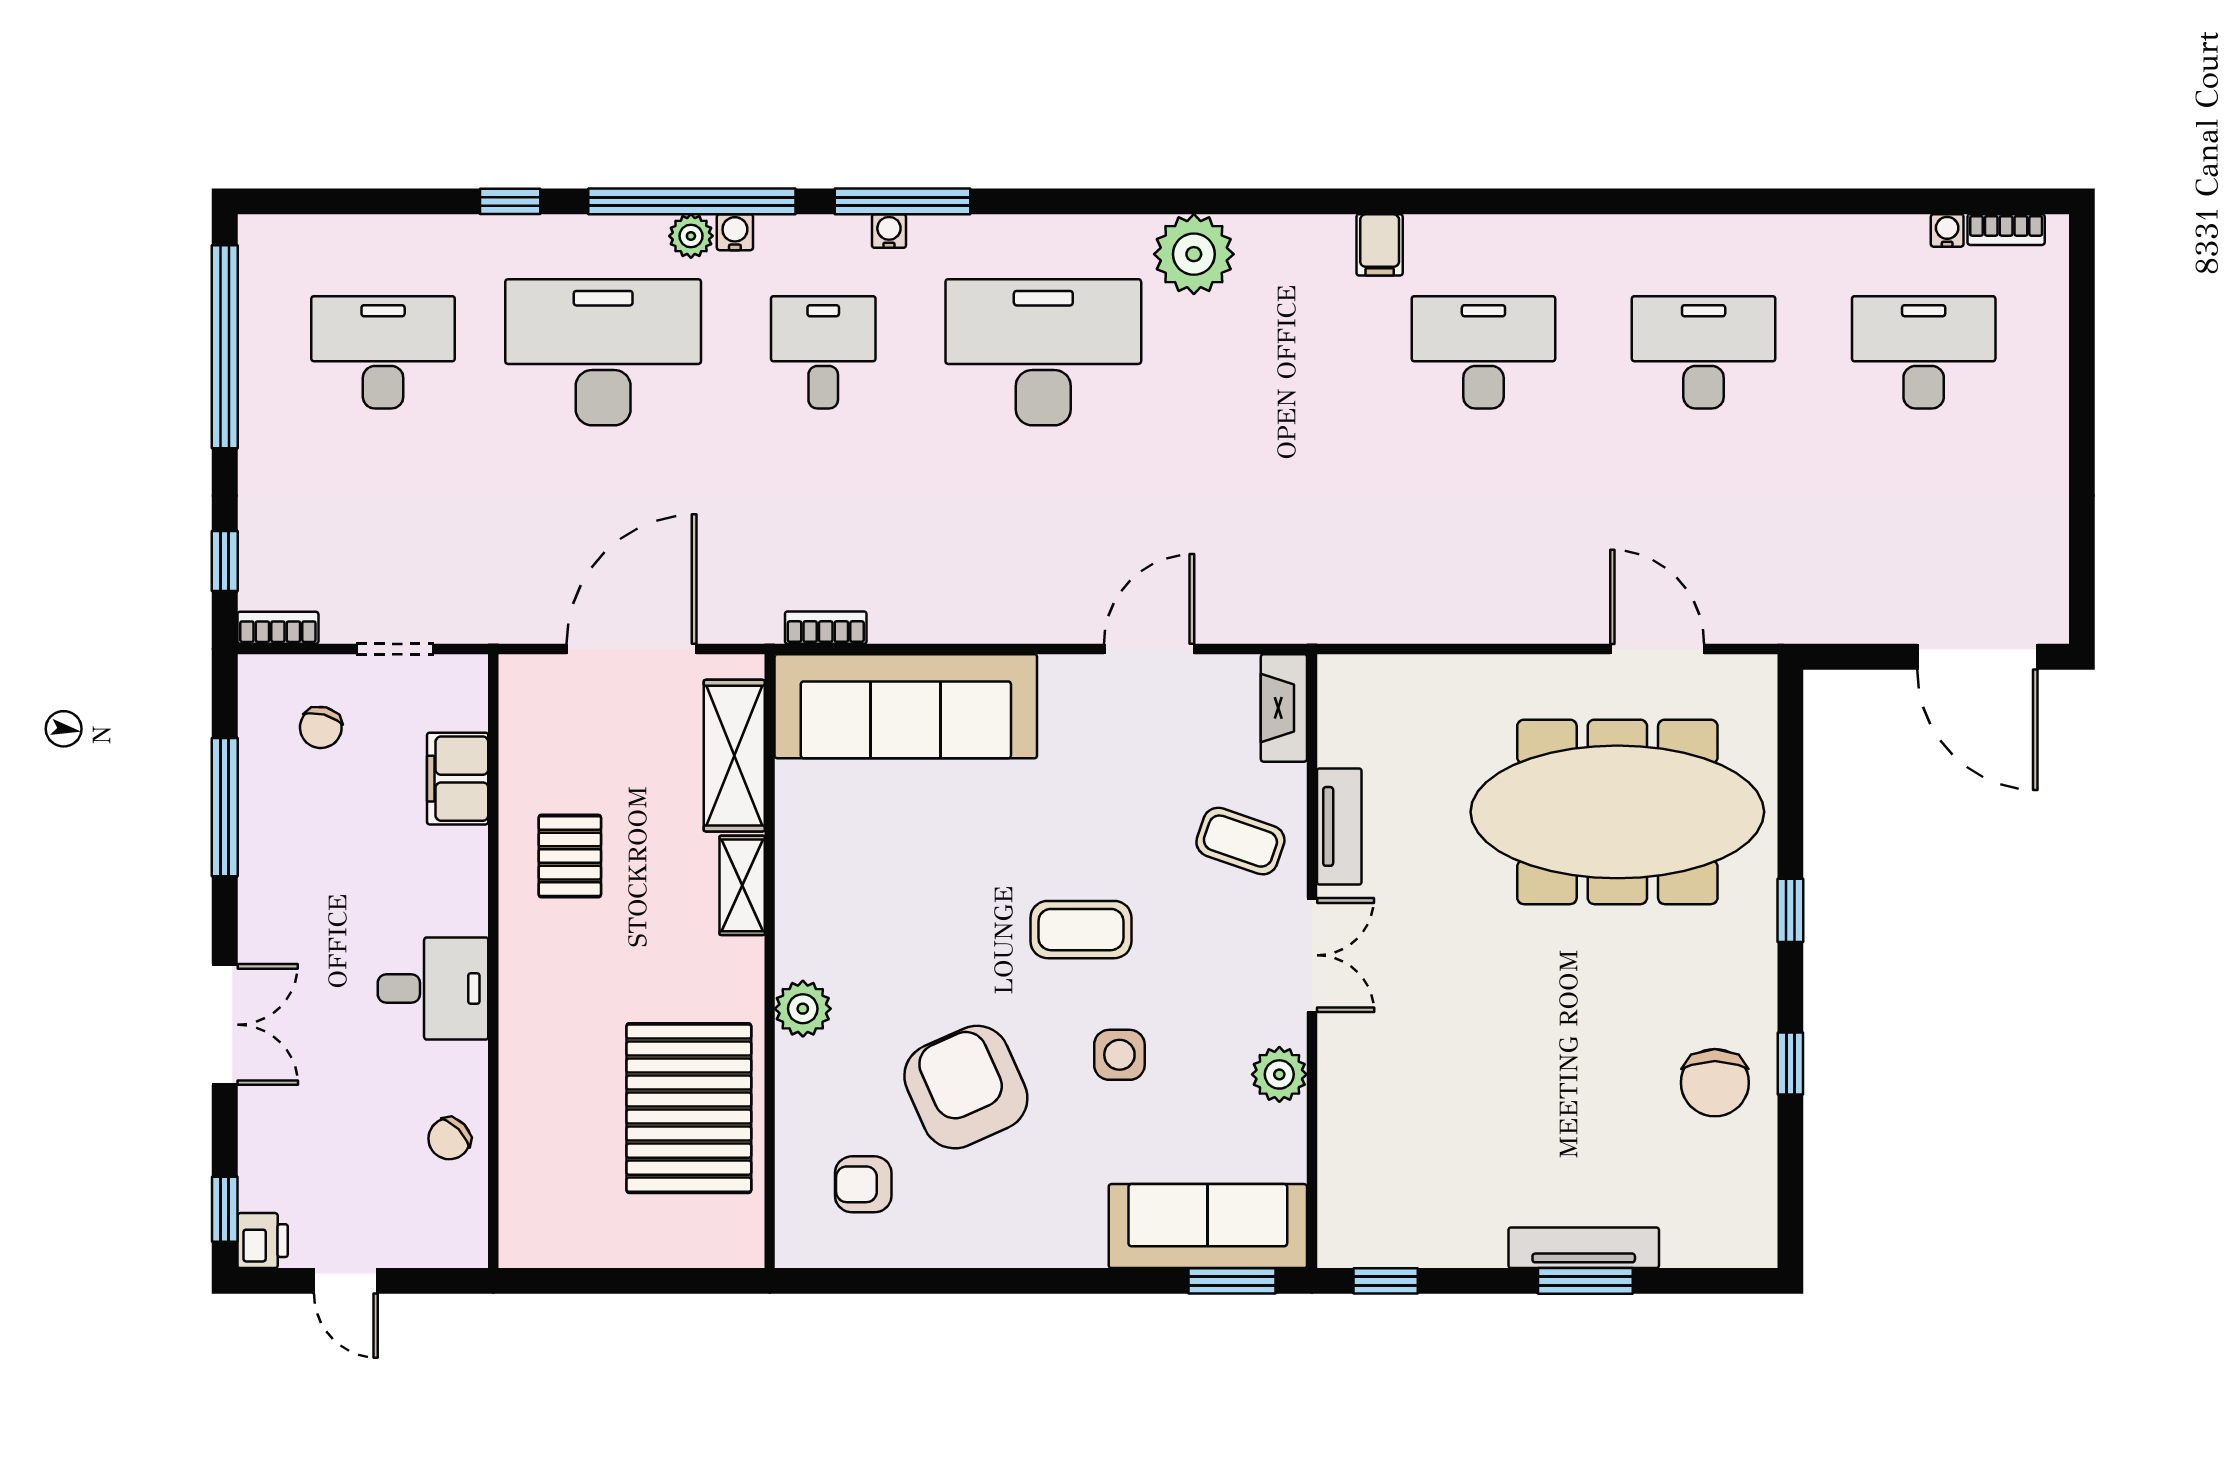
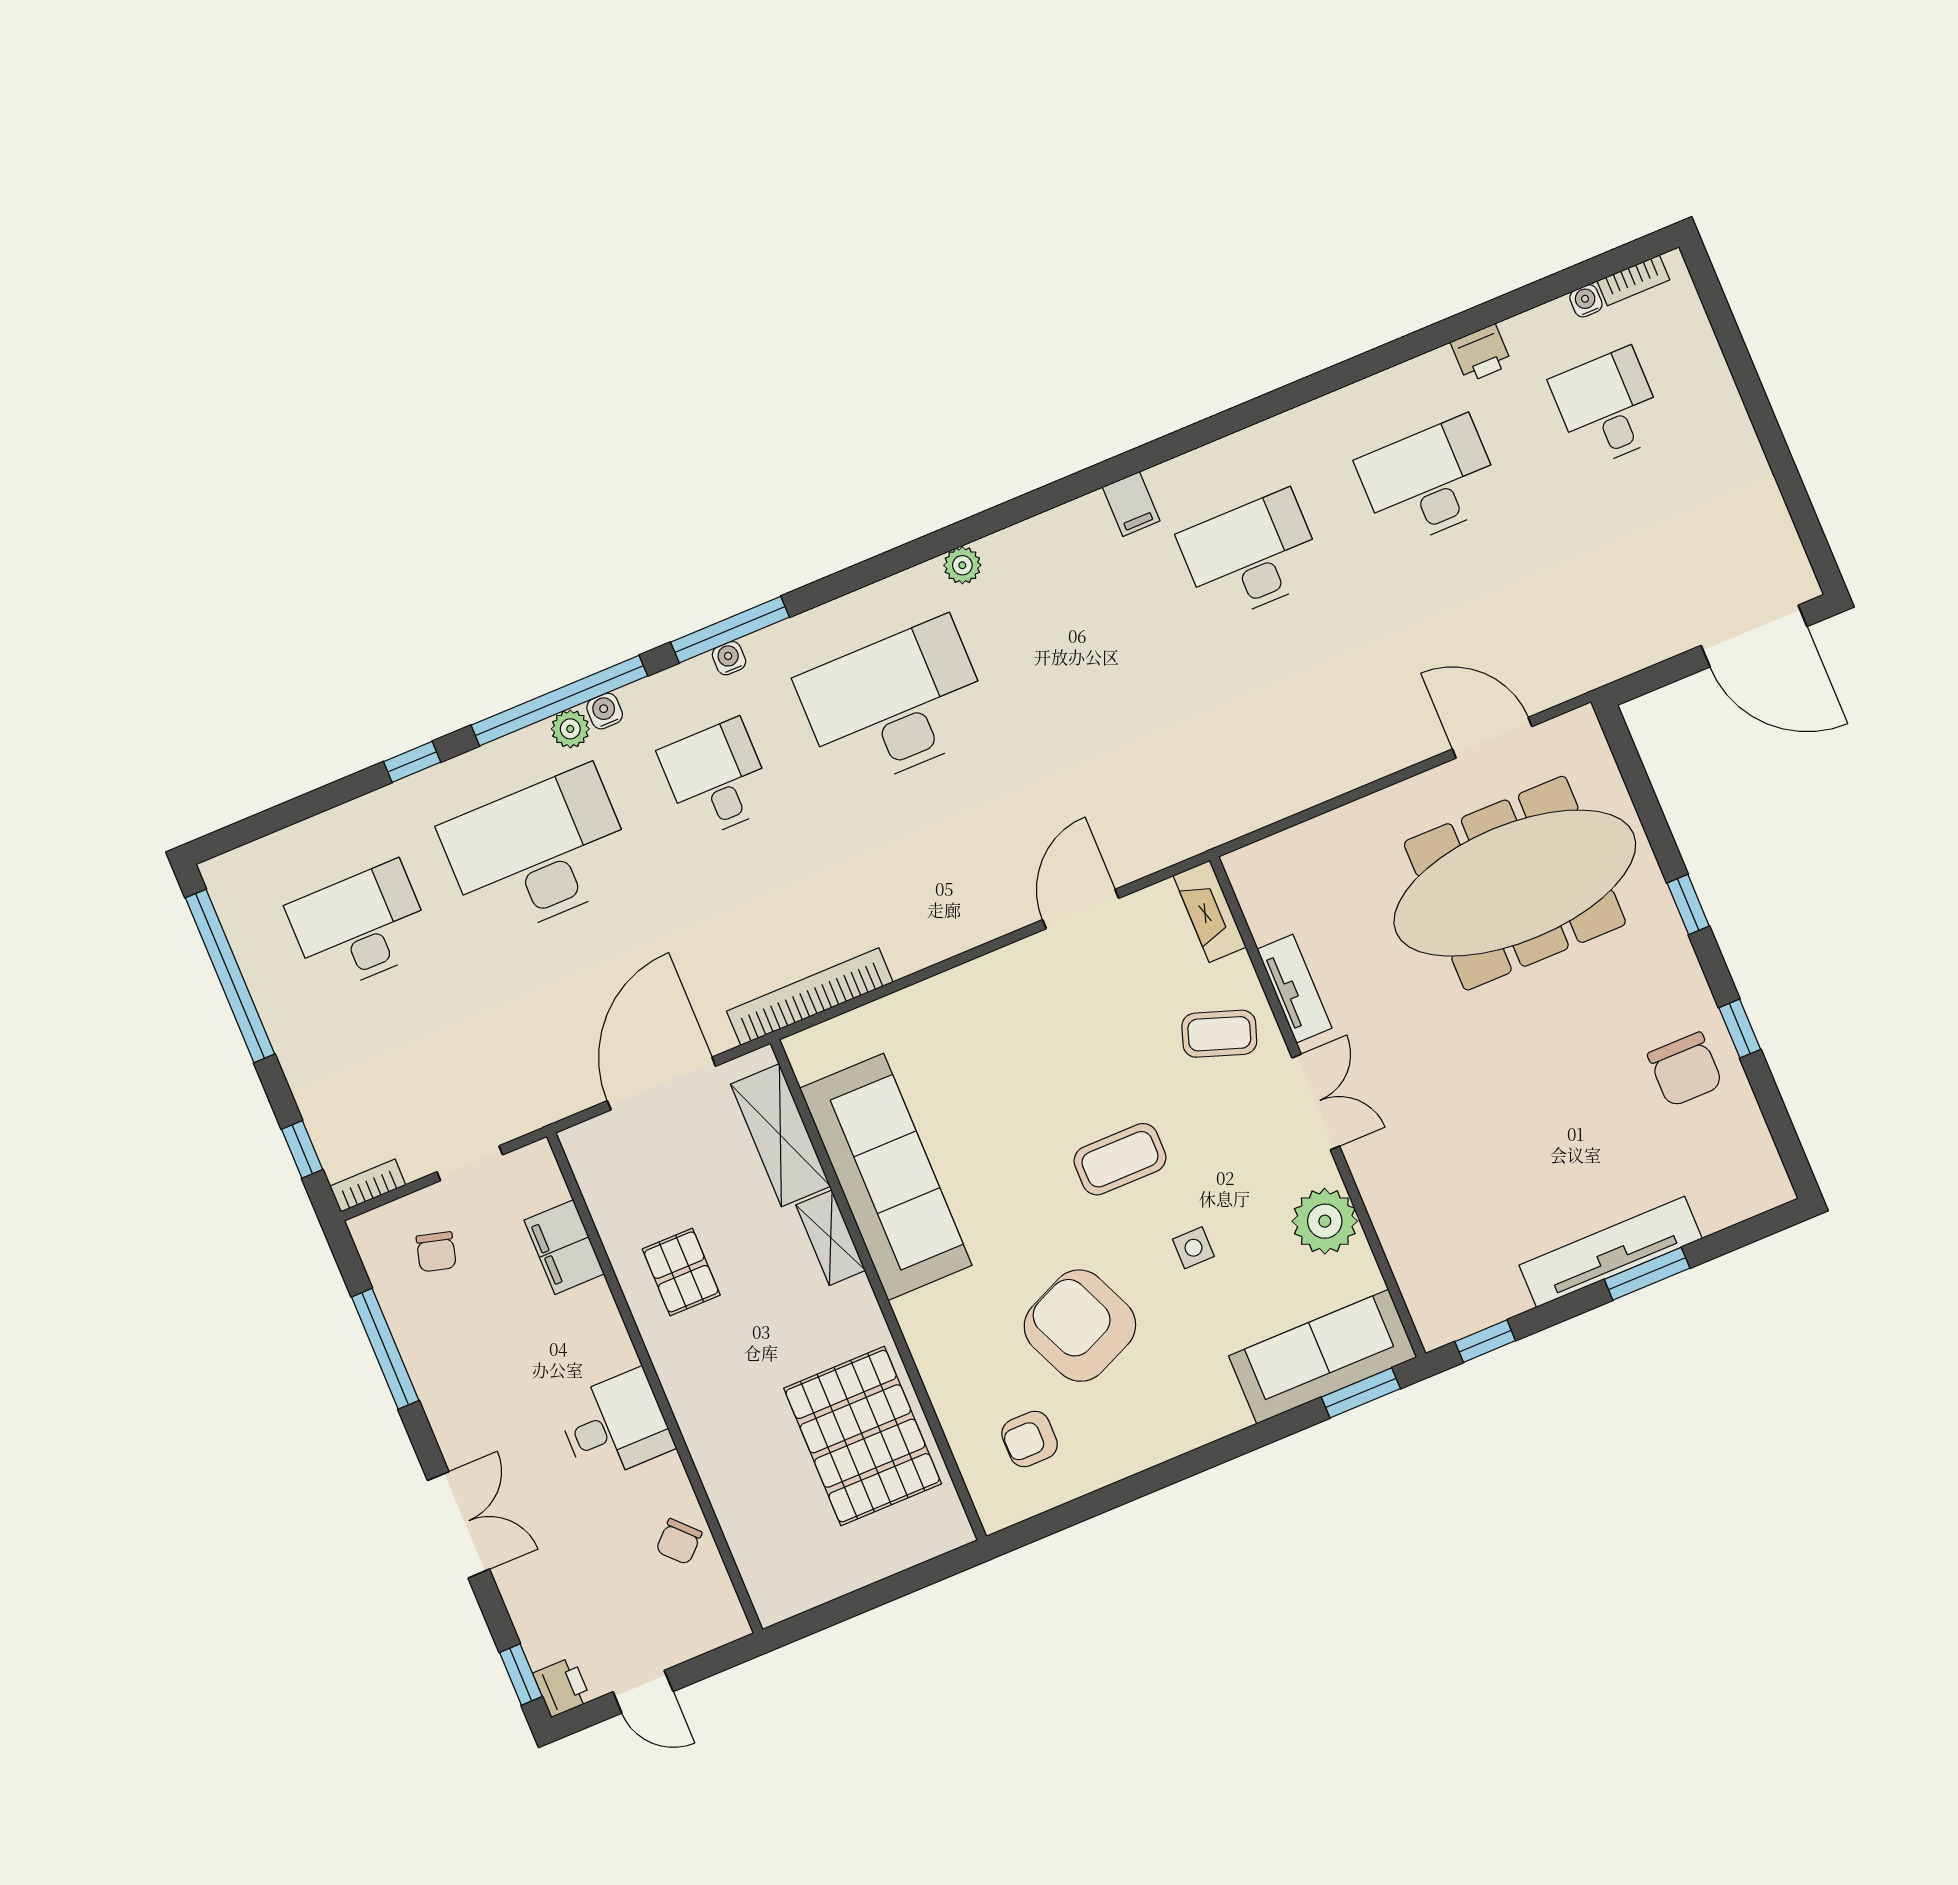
printer: (1814, 240) -> (1481, 353), added
plant: (1194, 254) -> (962, 565), width x0.53, depth x0.53
desk: (1924, 352) -> (1608, 408), width x0.73
bookcase: (826, 628) -> (810, 997), width x2.31, depth x1.31
sofa: (906, 706) -> (886, 1177), moved, turned -90
plant: (803, 1009) -> (921, 1317), removed
side table: (1119, 1055) -> (1193, 1248), width x0.73, depth x0.73
plant: (1279, 1074) -> (1325, 1221), width x1.36, depth x1.36
tv unit: (1584, 1248) -> (1611, 1252), width x1.36, depth x1.29

